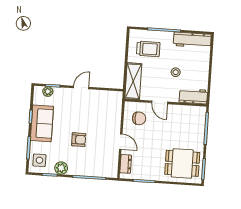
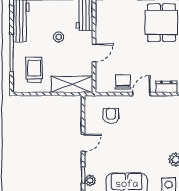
door: (81, 88) -> (83, 143), swing flipped
chair: (139, 118) -> (123, 82), moved
armchair: (79, 140) -> (111, 116), moved

